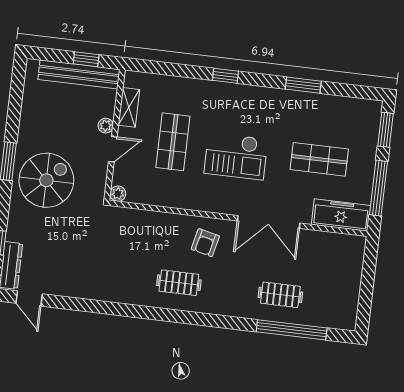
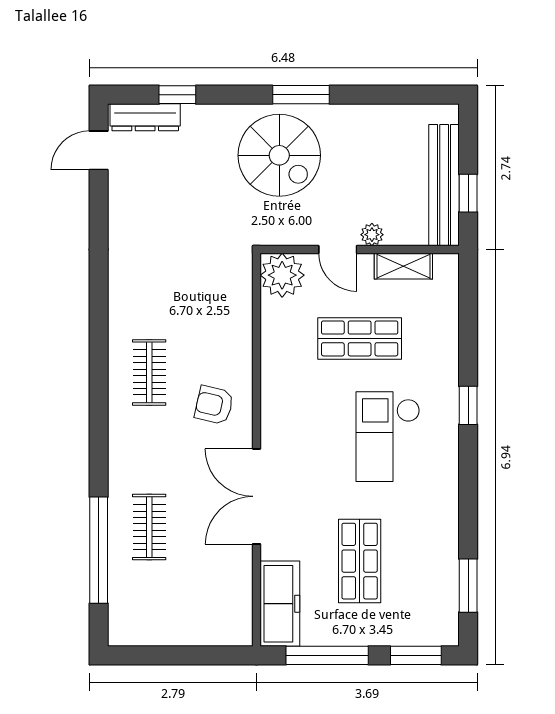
window: (303, 85) -> (468, 586), moved
checkout: (236, 156) -> (388, 437), moved
plant: (118, 194) -> (282, 275), width x1.87, depth x1.87

